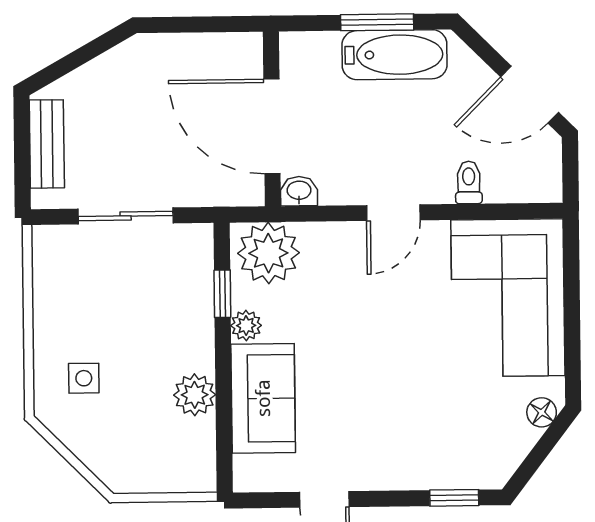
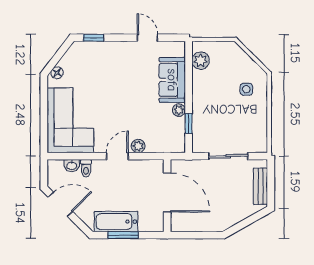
washbasin: (299, 191) -> (72, 166), moved
plant: (268, 253) -> (138, 146), moved, width x0.53, depth x0.53
plant: (195, 395) -> (201, 61), moved

